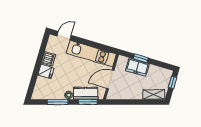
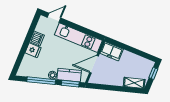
window: (141, 58) -> (125, 47), removed
freezer: (137, 67) -> (112, 51), moved
window: (58, 102) -> (41, 81), width x1.44

